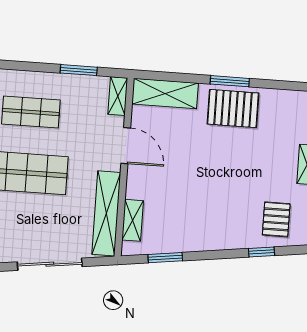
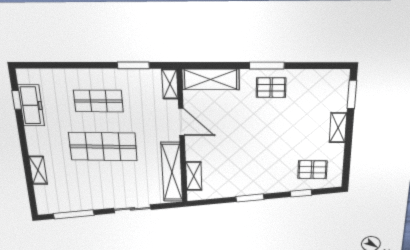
pallet: (233, 109) -> (271, 88), width x0.67, depth x0.71
pallet: (276, 219) -> (312, 170), turned 90
window: (165, 258) -> (250, 198), moved
sliding door: (50, 264) -> (132, 209), width x0.73

